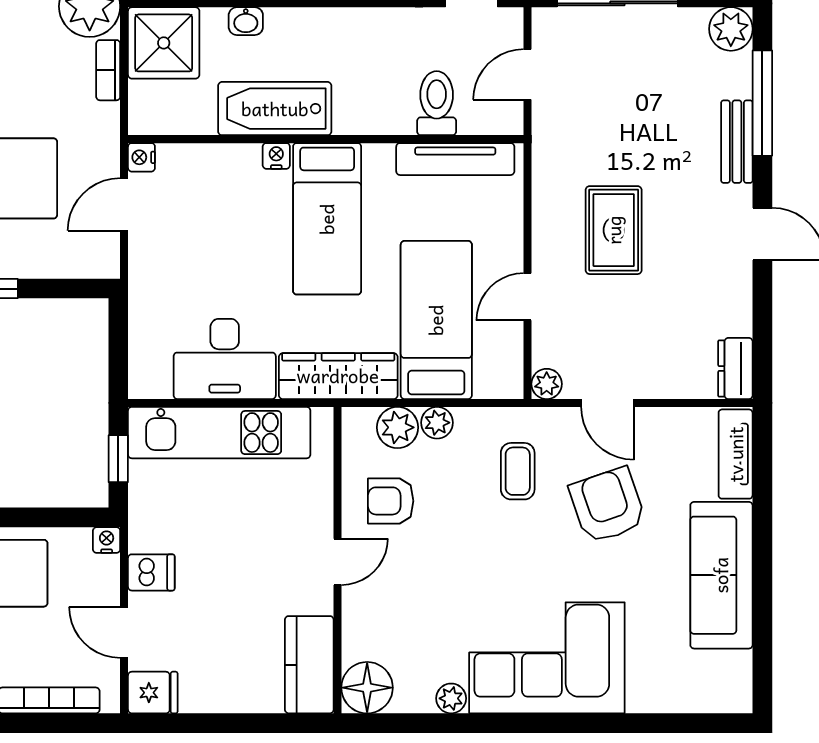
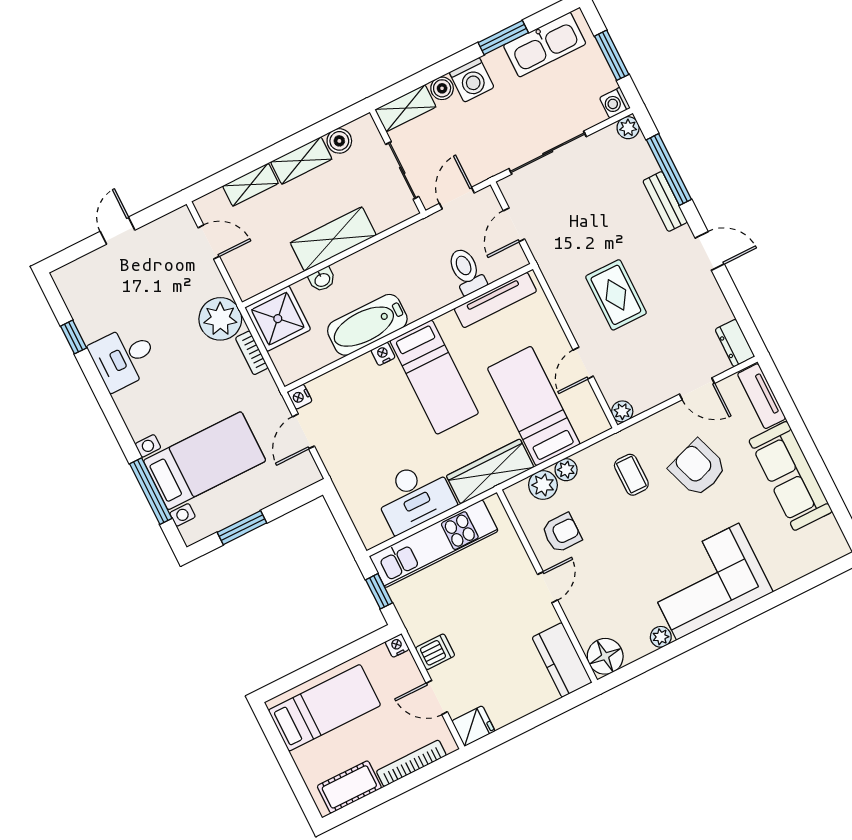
plant: (731, 29) -> (628, 128), width x0.73, depth x0.73
door: (608, 403) -> (697, 389), moved
armchair: (391, 501) -> (562, 533), turned 180

